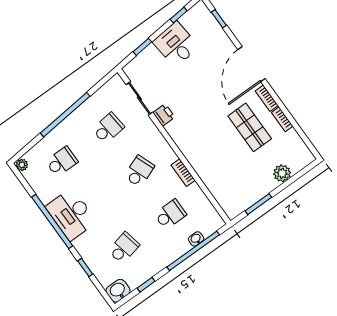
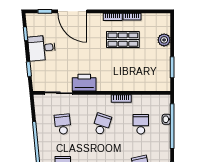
door: (251, 64) -> (72, 11), moved
printer: (164, 115) -> (84, 83), width x1.87, depth x1.48
school desk: (139, 171) -> (102, 124), turned 39

